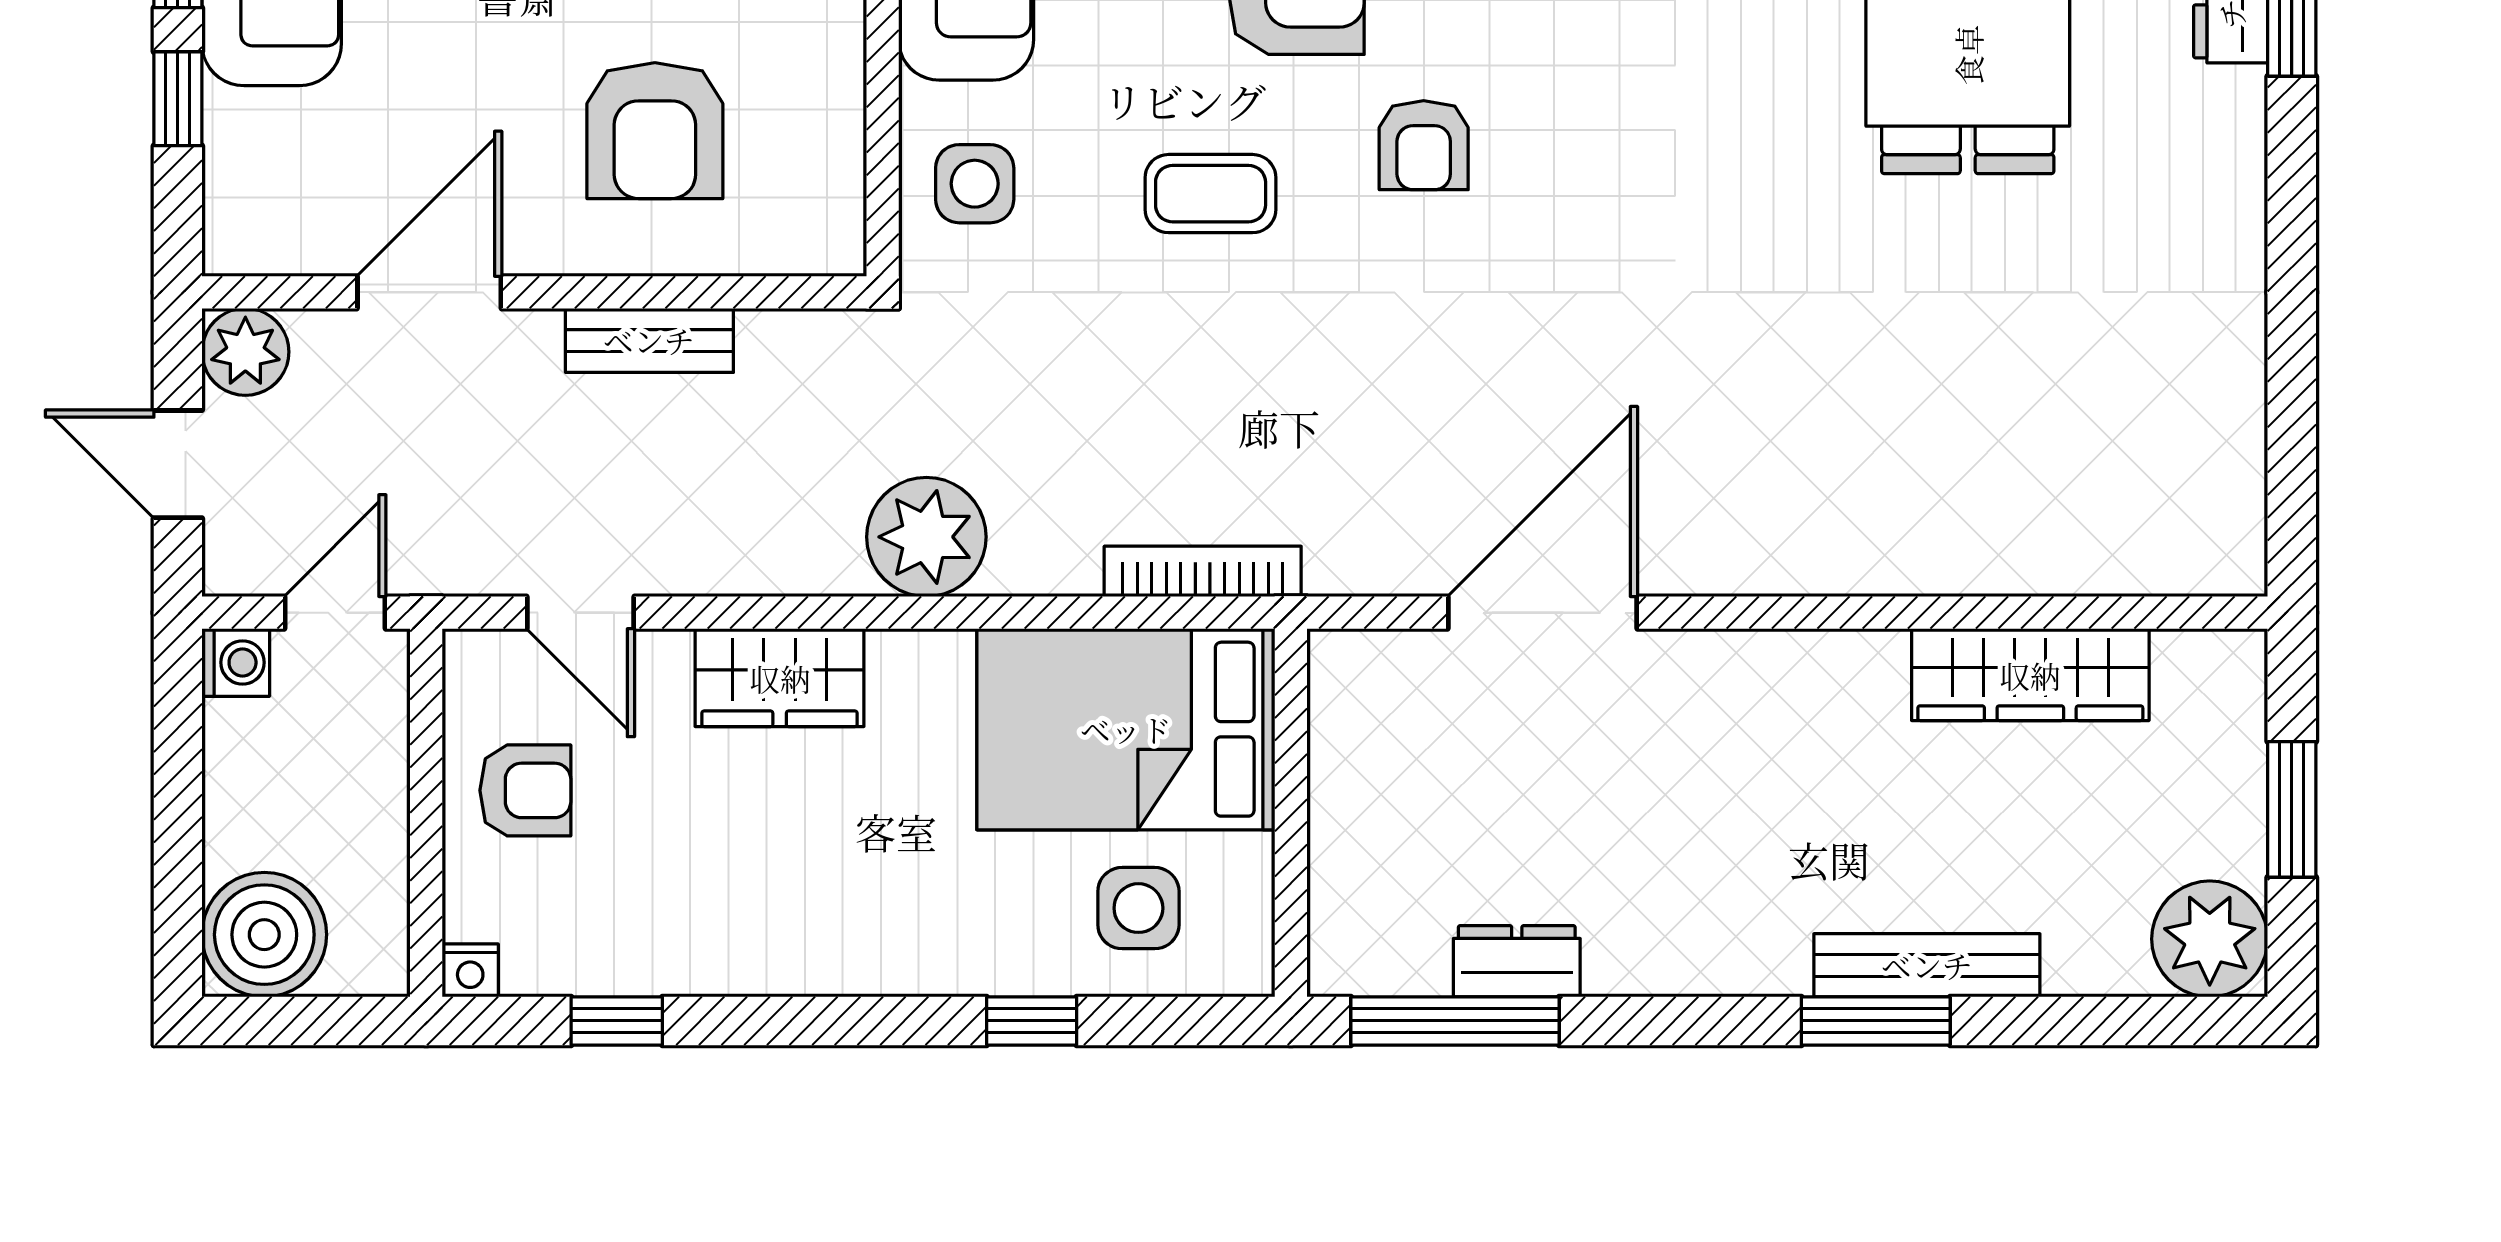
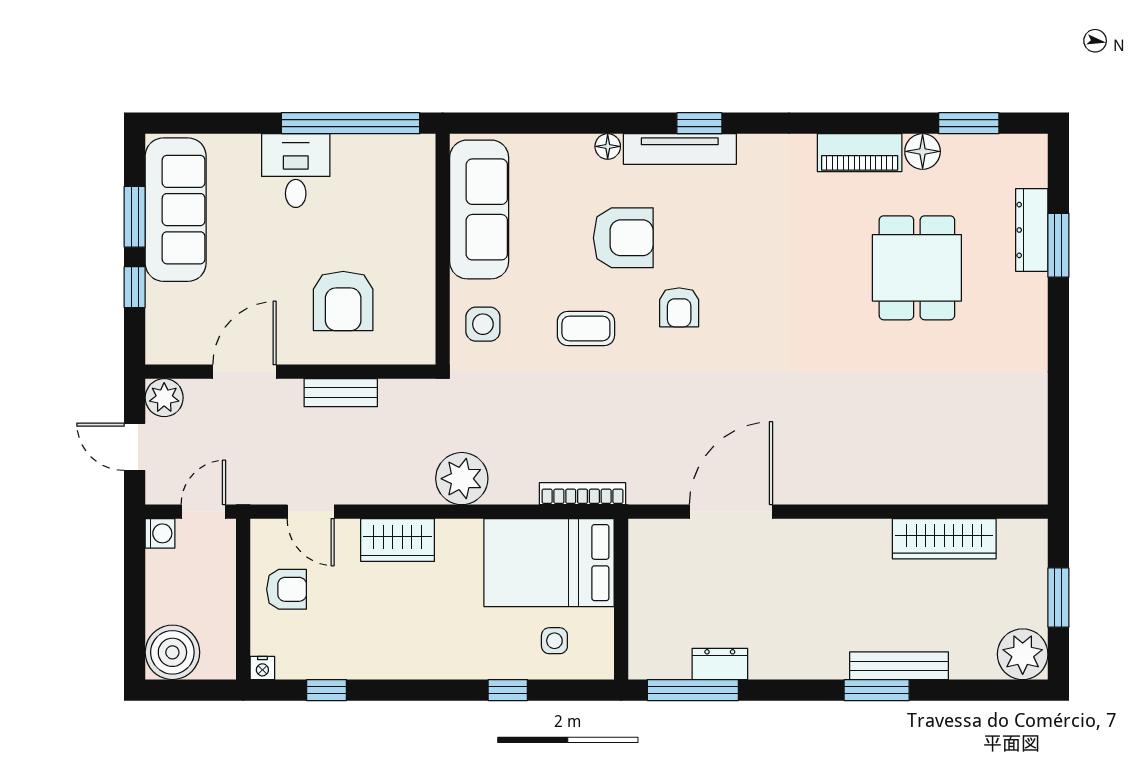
side table: (1138, 908) -> (554, 641), width x0.73, depth x0.73

